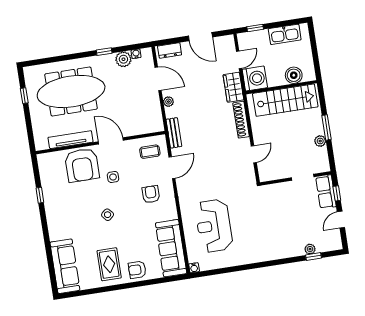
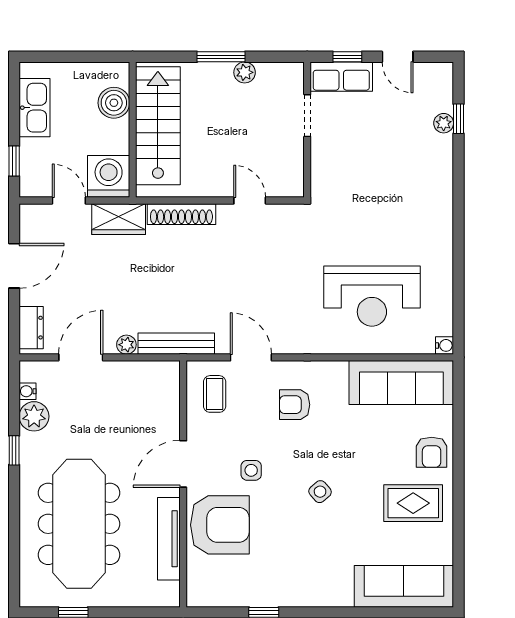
bench: (174, 133) -> (176, 344), width x1.36

